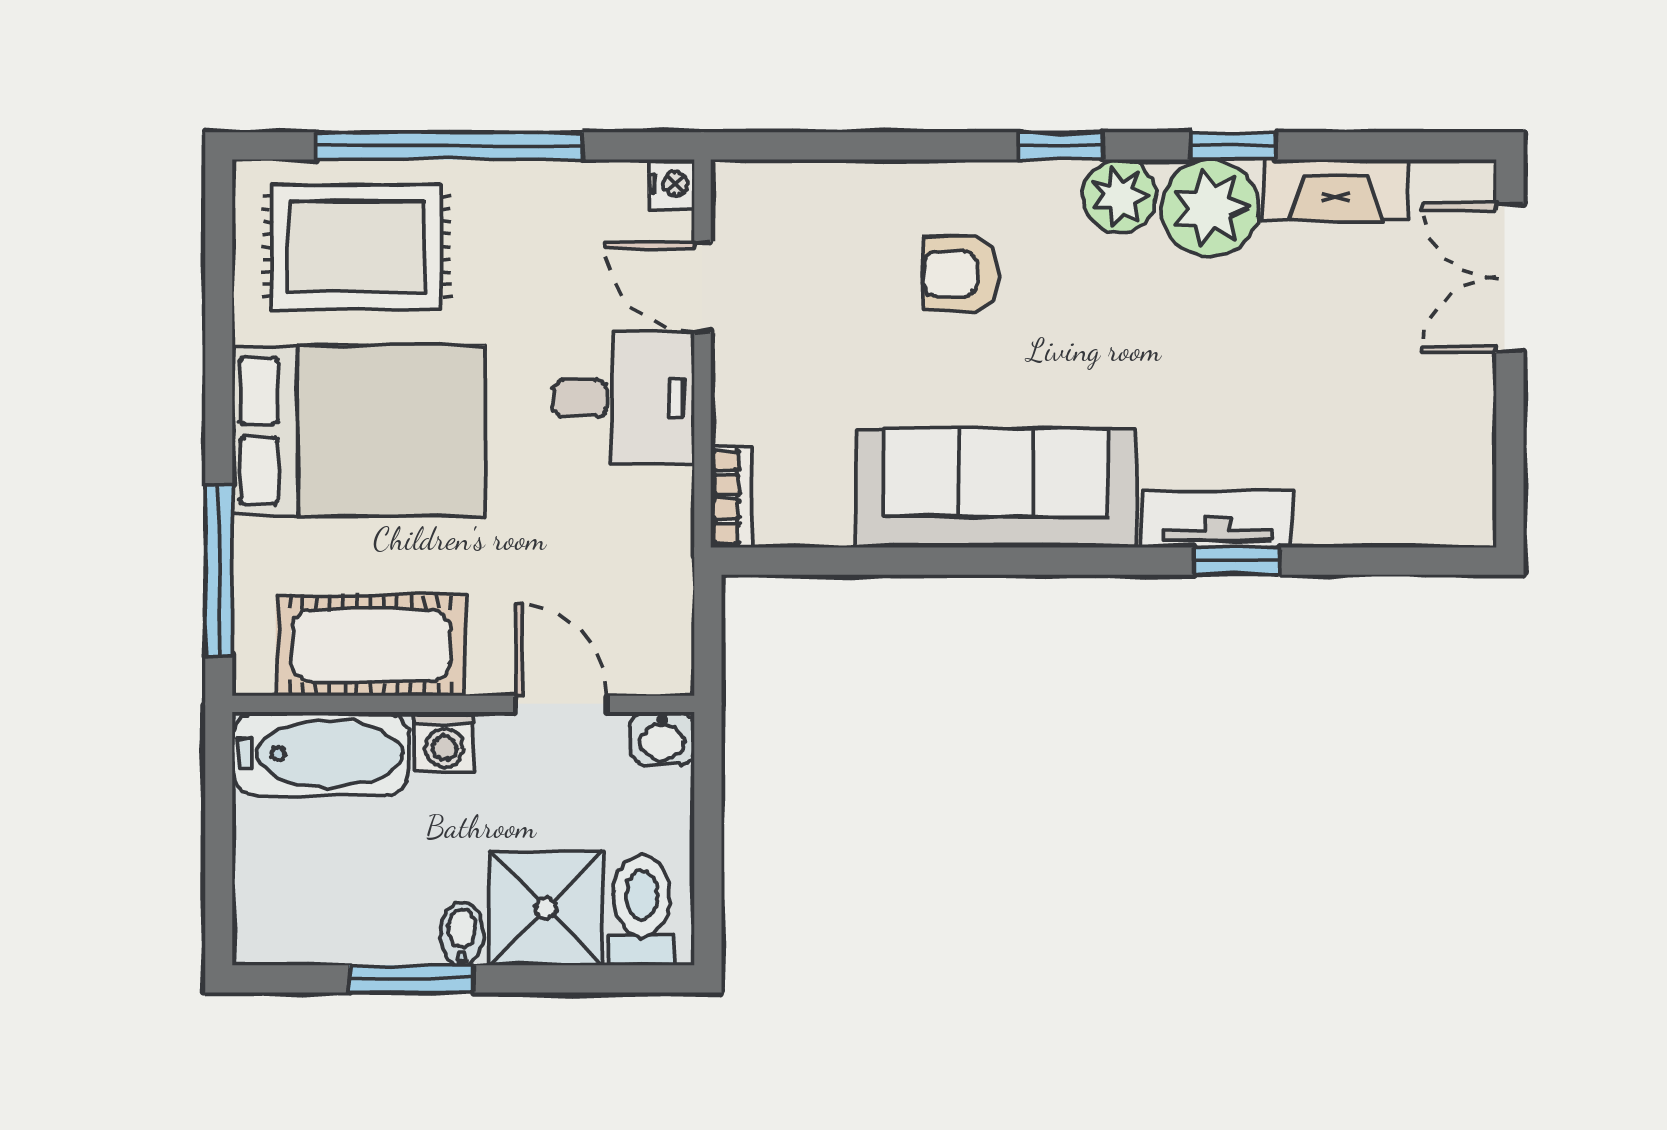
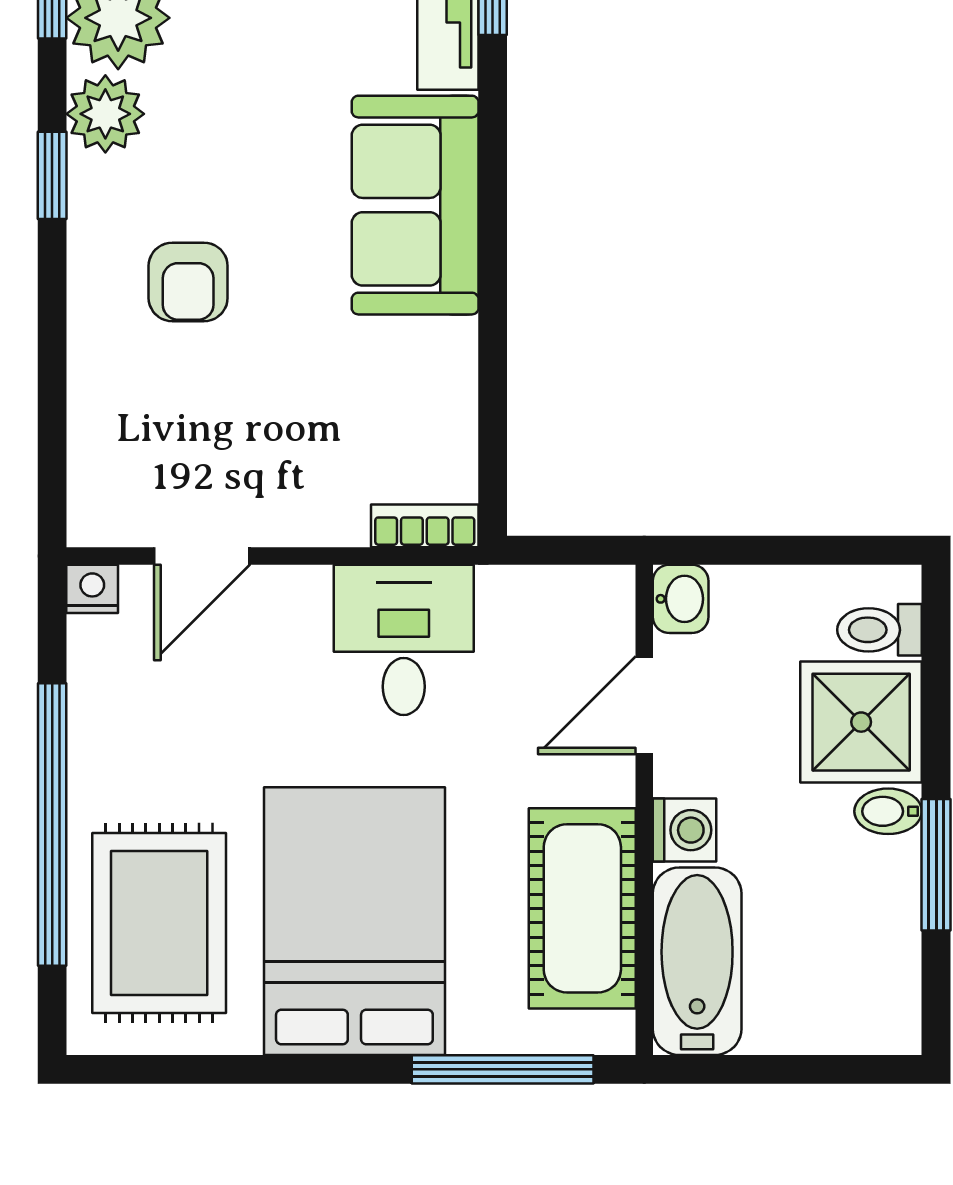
desk: (624, 398) -> (404, 640), moved
sofa: (996, 488) -> (415, 205), width x0.73
toilet: (642, 910) -> (880, 630), width x0.73, depth x0.72

